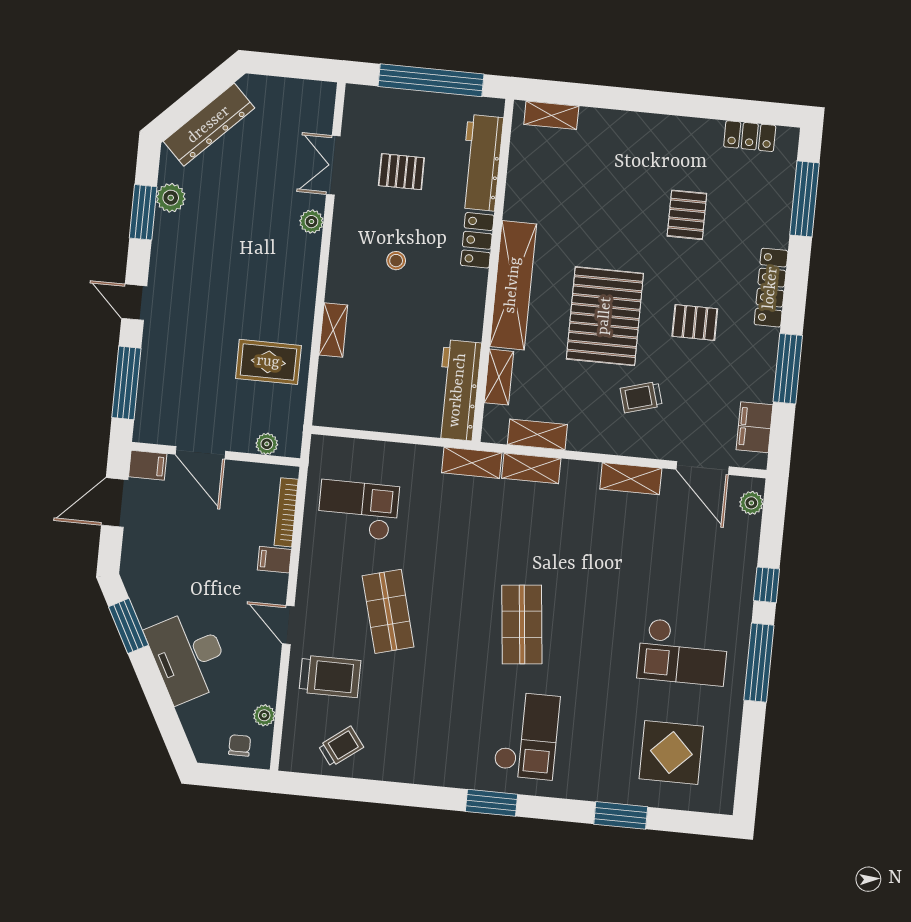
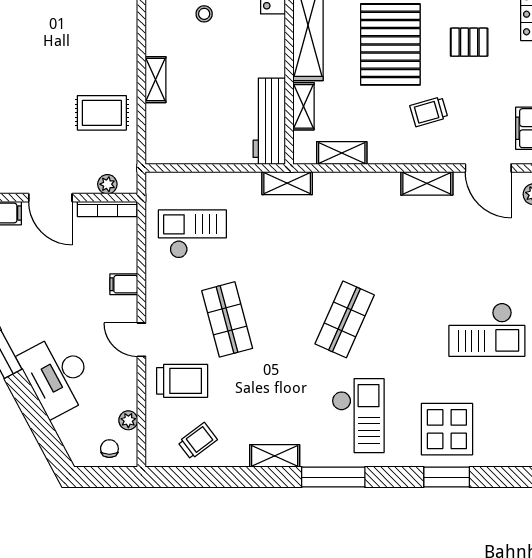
shelving: (531, 468) -> (275, 456), moved
bookcase: (286, 512) -> (107, 209), moved, turned -90
shop shelf: (522, 624) -> (345, 319), turned 30
display table: (671, 752) -> (447, 429), moved
window: (491, 803) -> (333, 477), width x1.44

